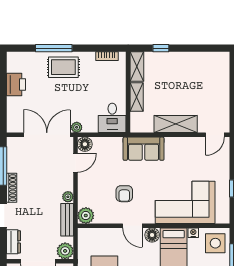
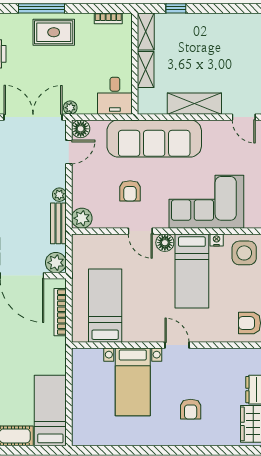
door: (215, 135) -> (244, 117), hinge flipped
sofa: (144, 149) -> (154, 138), width x1.85, depth x1.27

